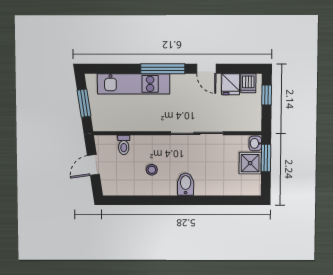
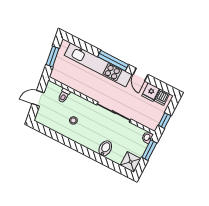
kitchen unit: (134, 84) -> (98, 65), width x1.36
window: (267, 95) -> (165, 121), moved
shower: (250, 163) -> (131, 162), moved
bidet: (186, 184) -> (105, 148), moved

